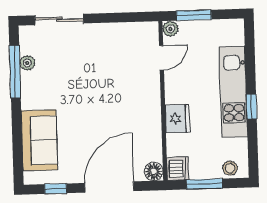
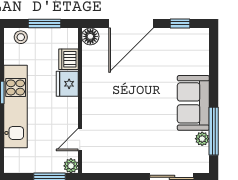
sofa: (39, 140) -> (193, 103), moved
dishwasher: (178, 169) -> (69, 59), moved

